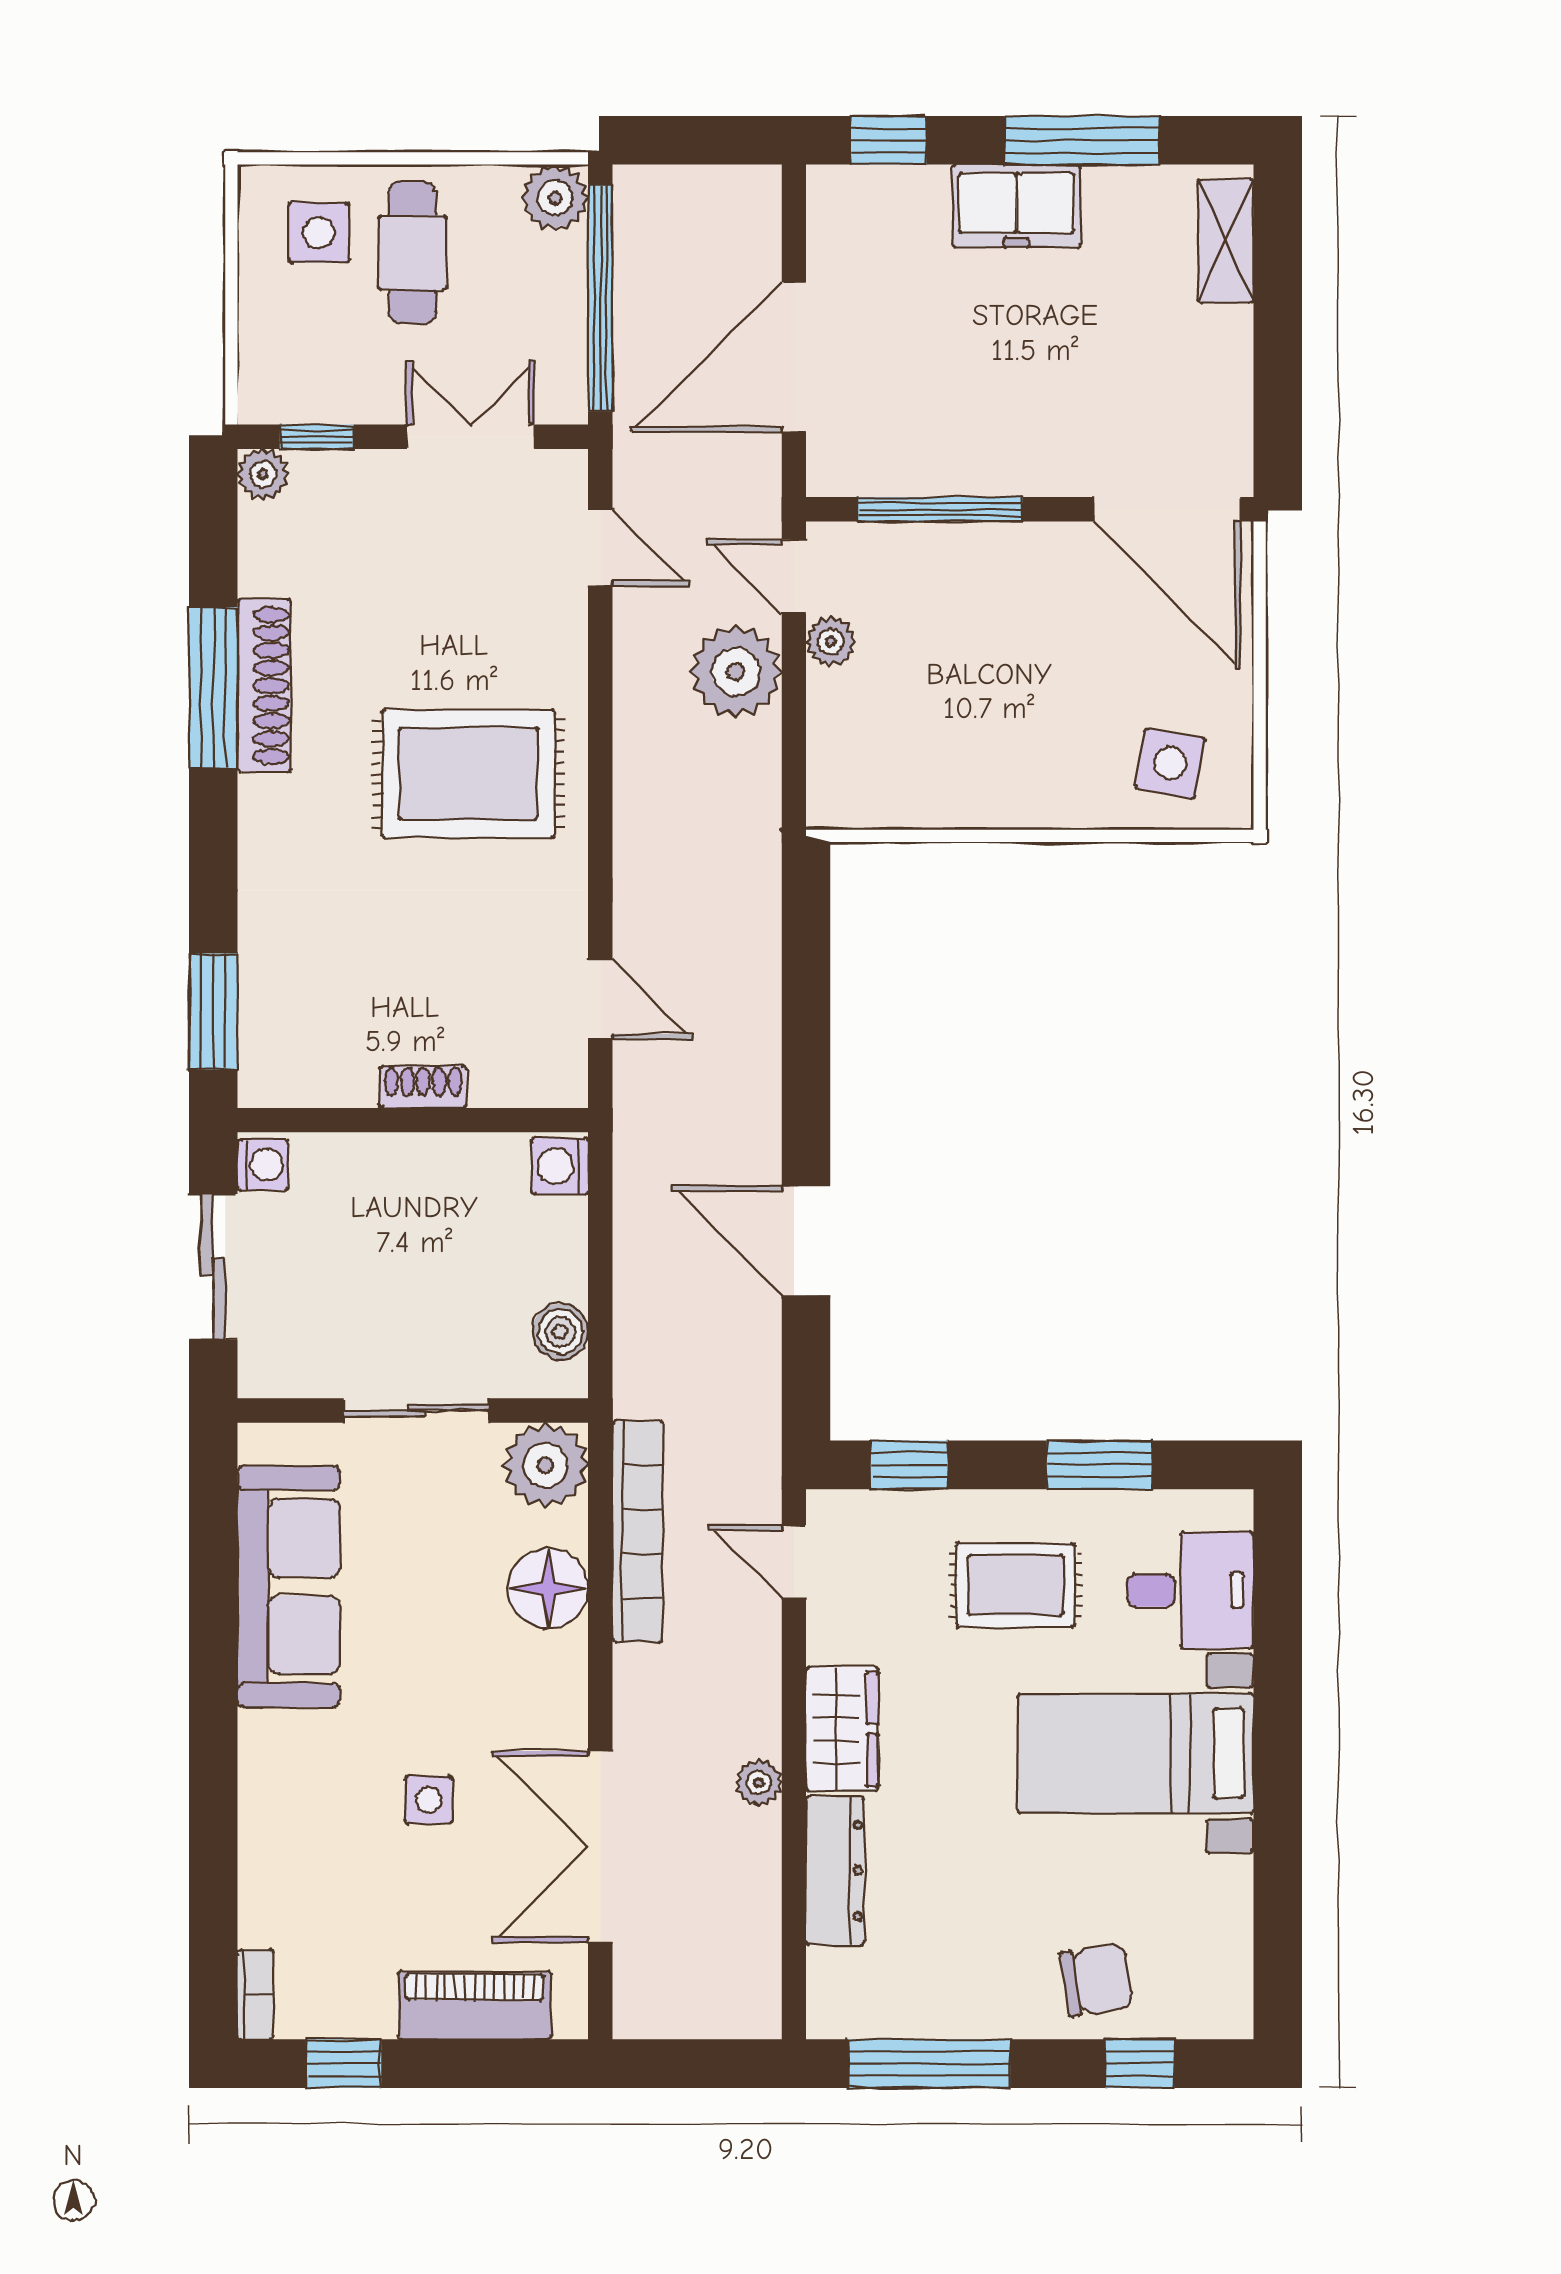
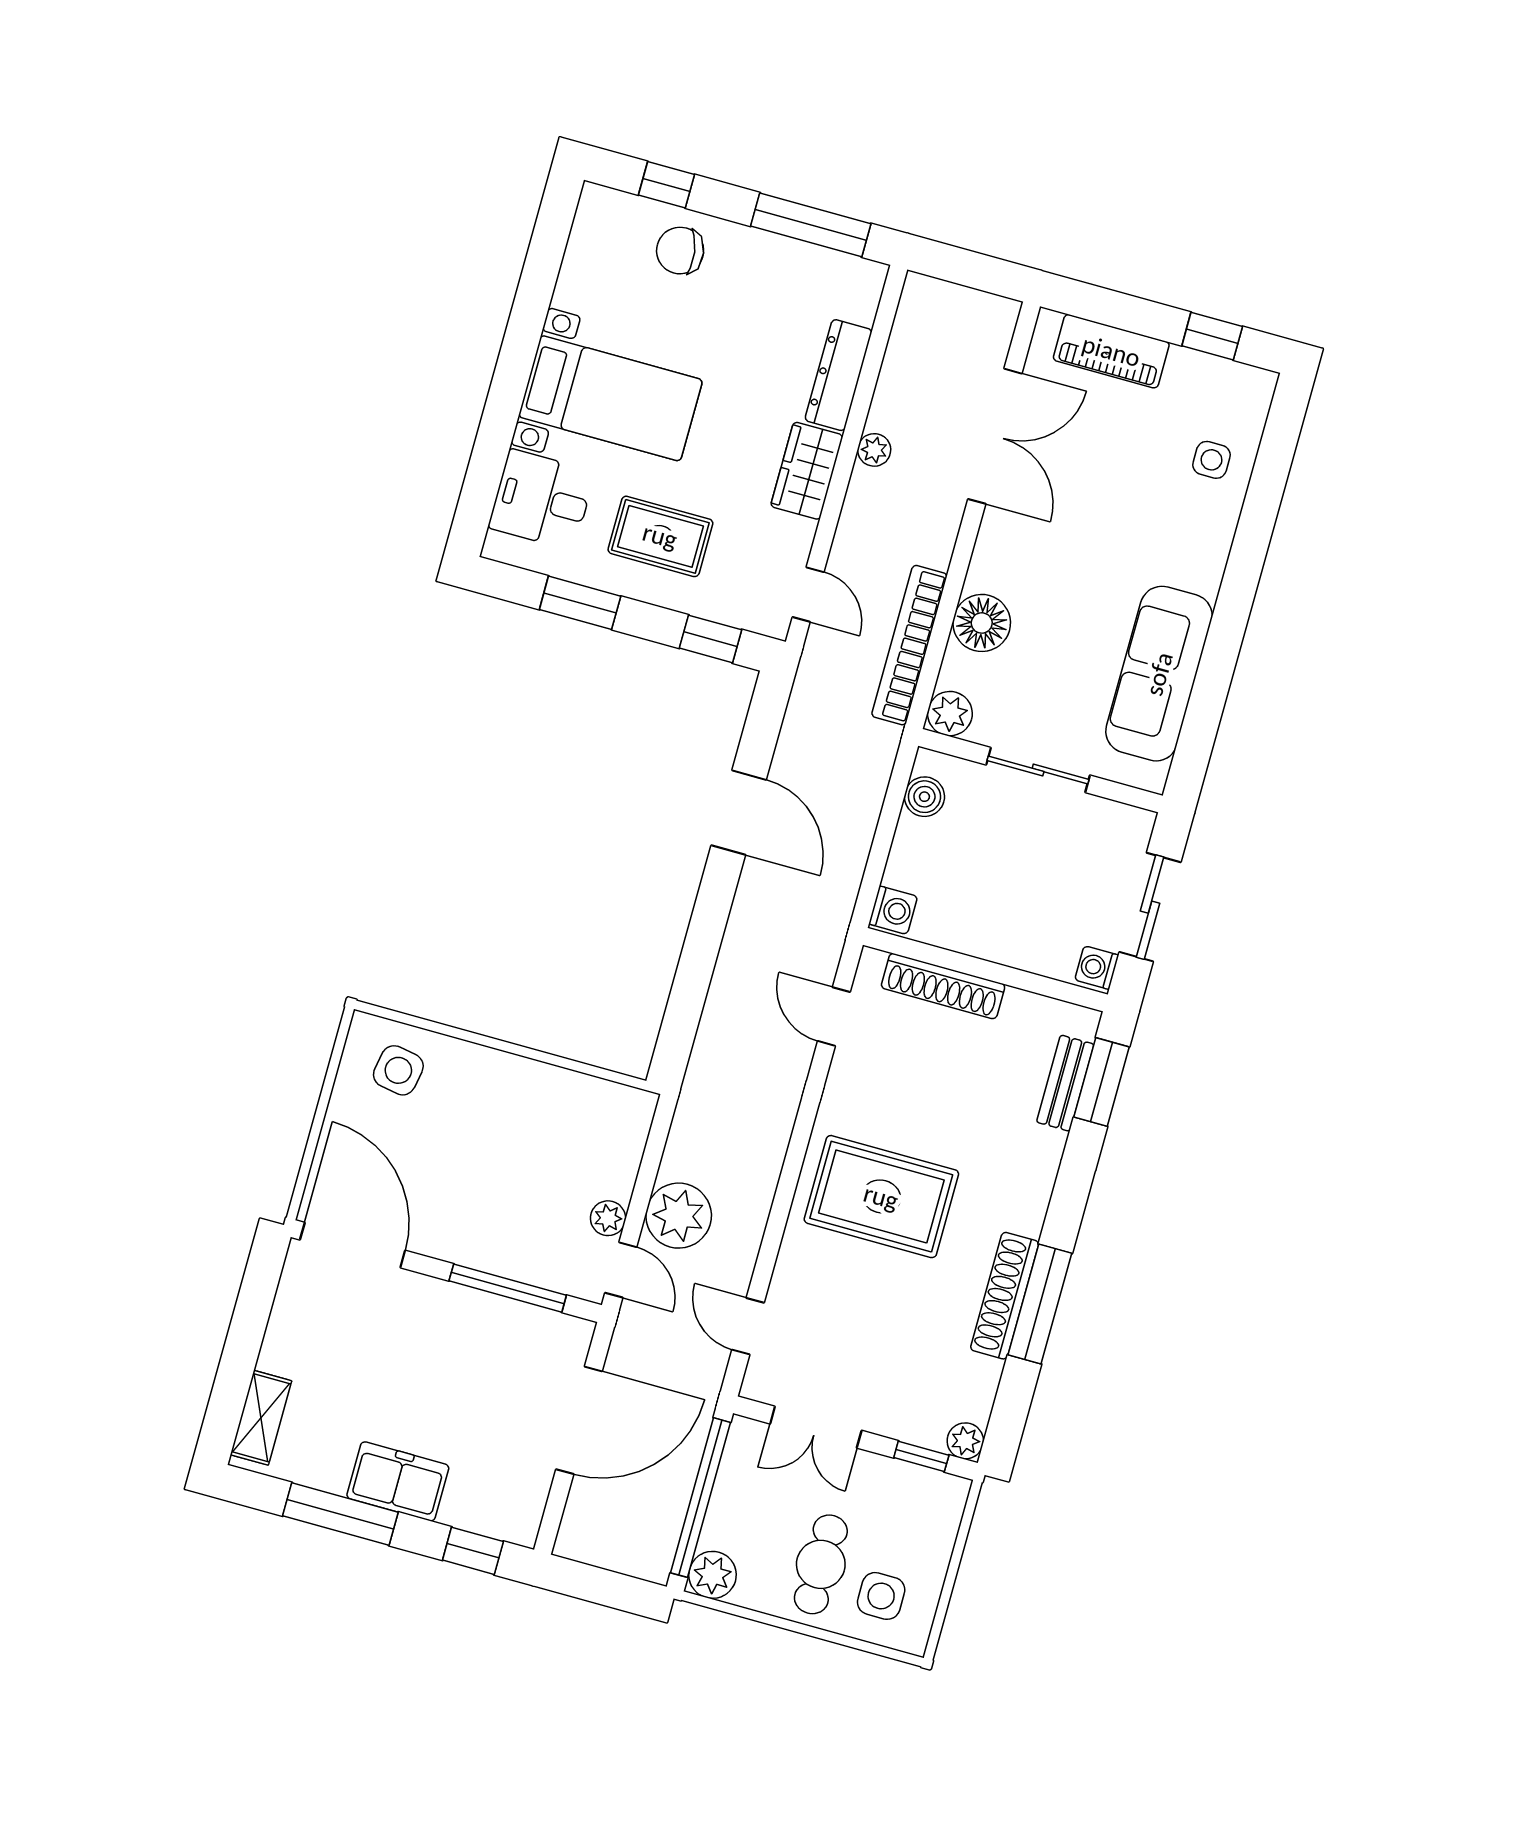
bench: (262, 996) -> (1065, 1083), added
shoe rack: (423, 1087) -> (943, 986), width x1.94, depth x1.24
plant: (546, 1465) -> (950, 714), width x0.73, depth x0.73
side table: (429, 1800) -> (1211, 460), moved
bookcase: (255, 1994) -> (1259, 400), removed

